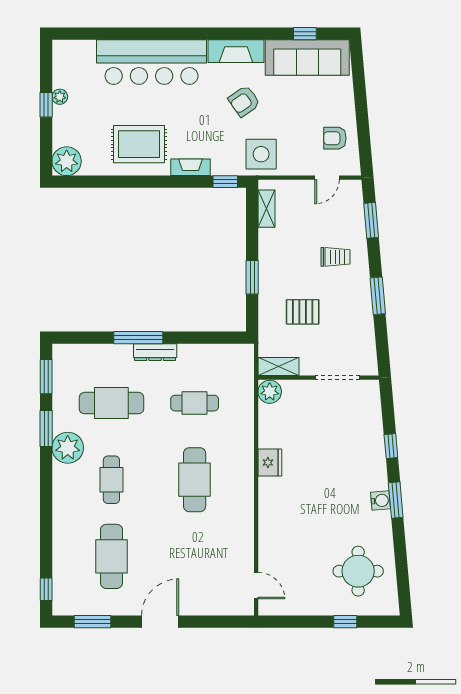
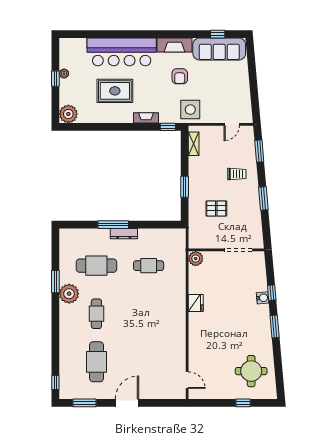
armchair: (244, 101) -> (180, 76), turned -55
armchair: (335, 138) -> (237, 100), removed
rug: (139, 144) -> (115, 91), moved
shelving: (278, 367) -> (201, 243), removed
window: (46, 377) -> (55, 249), removed
cafe table: (195, 480) -> (149, 314), removed
water cooler: (380, 500) -> (263, 298), moved

